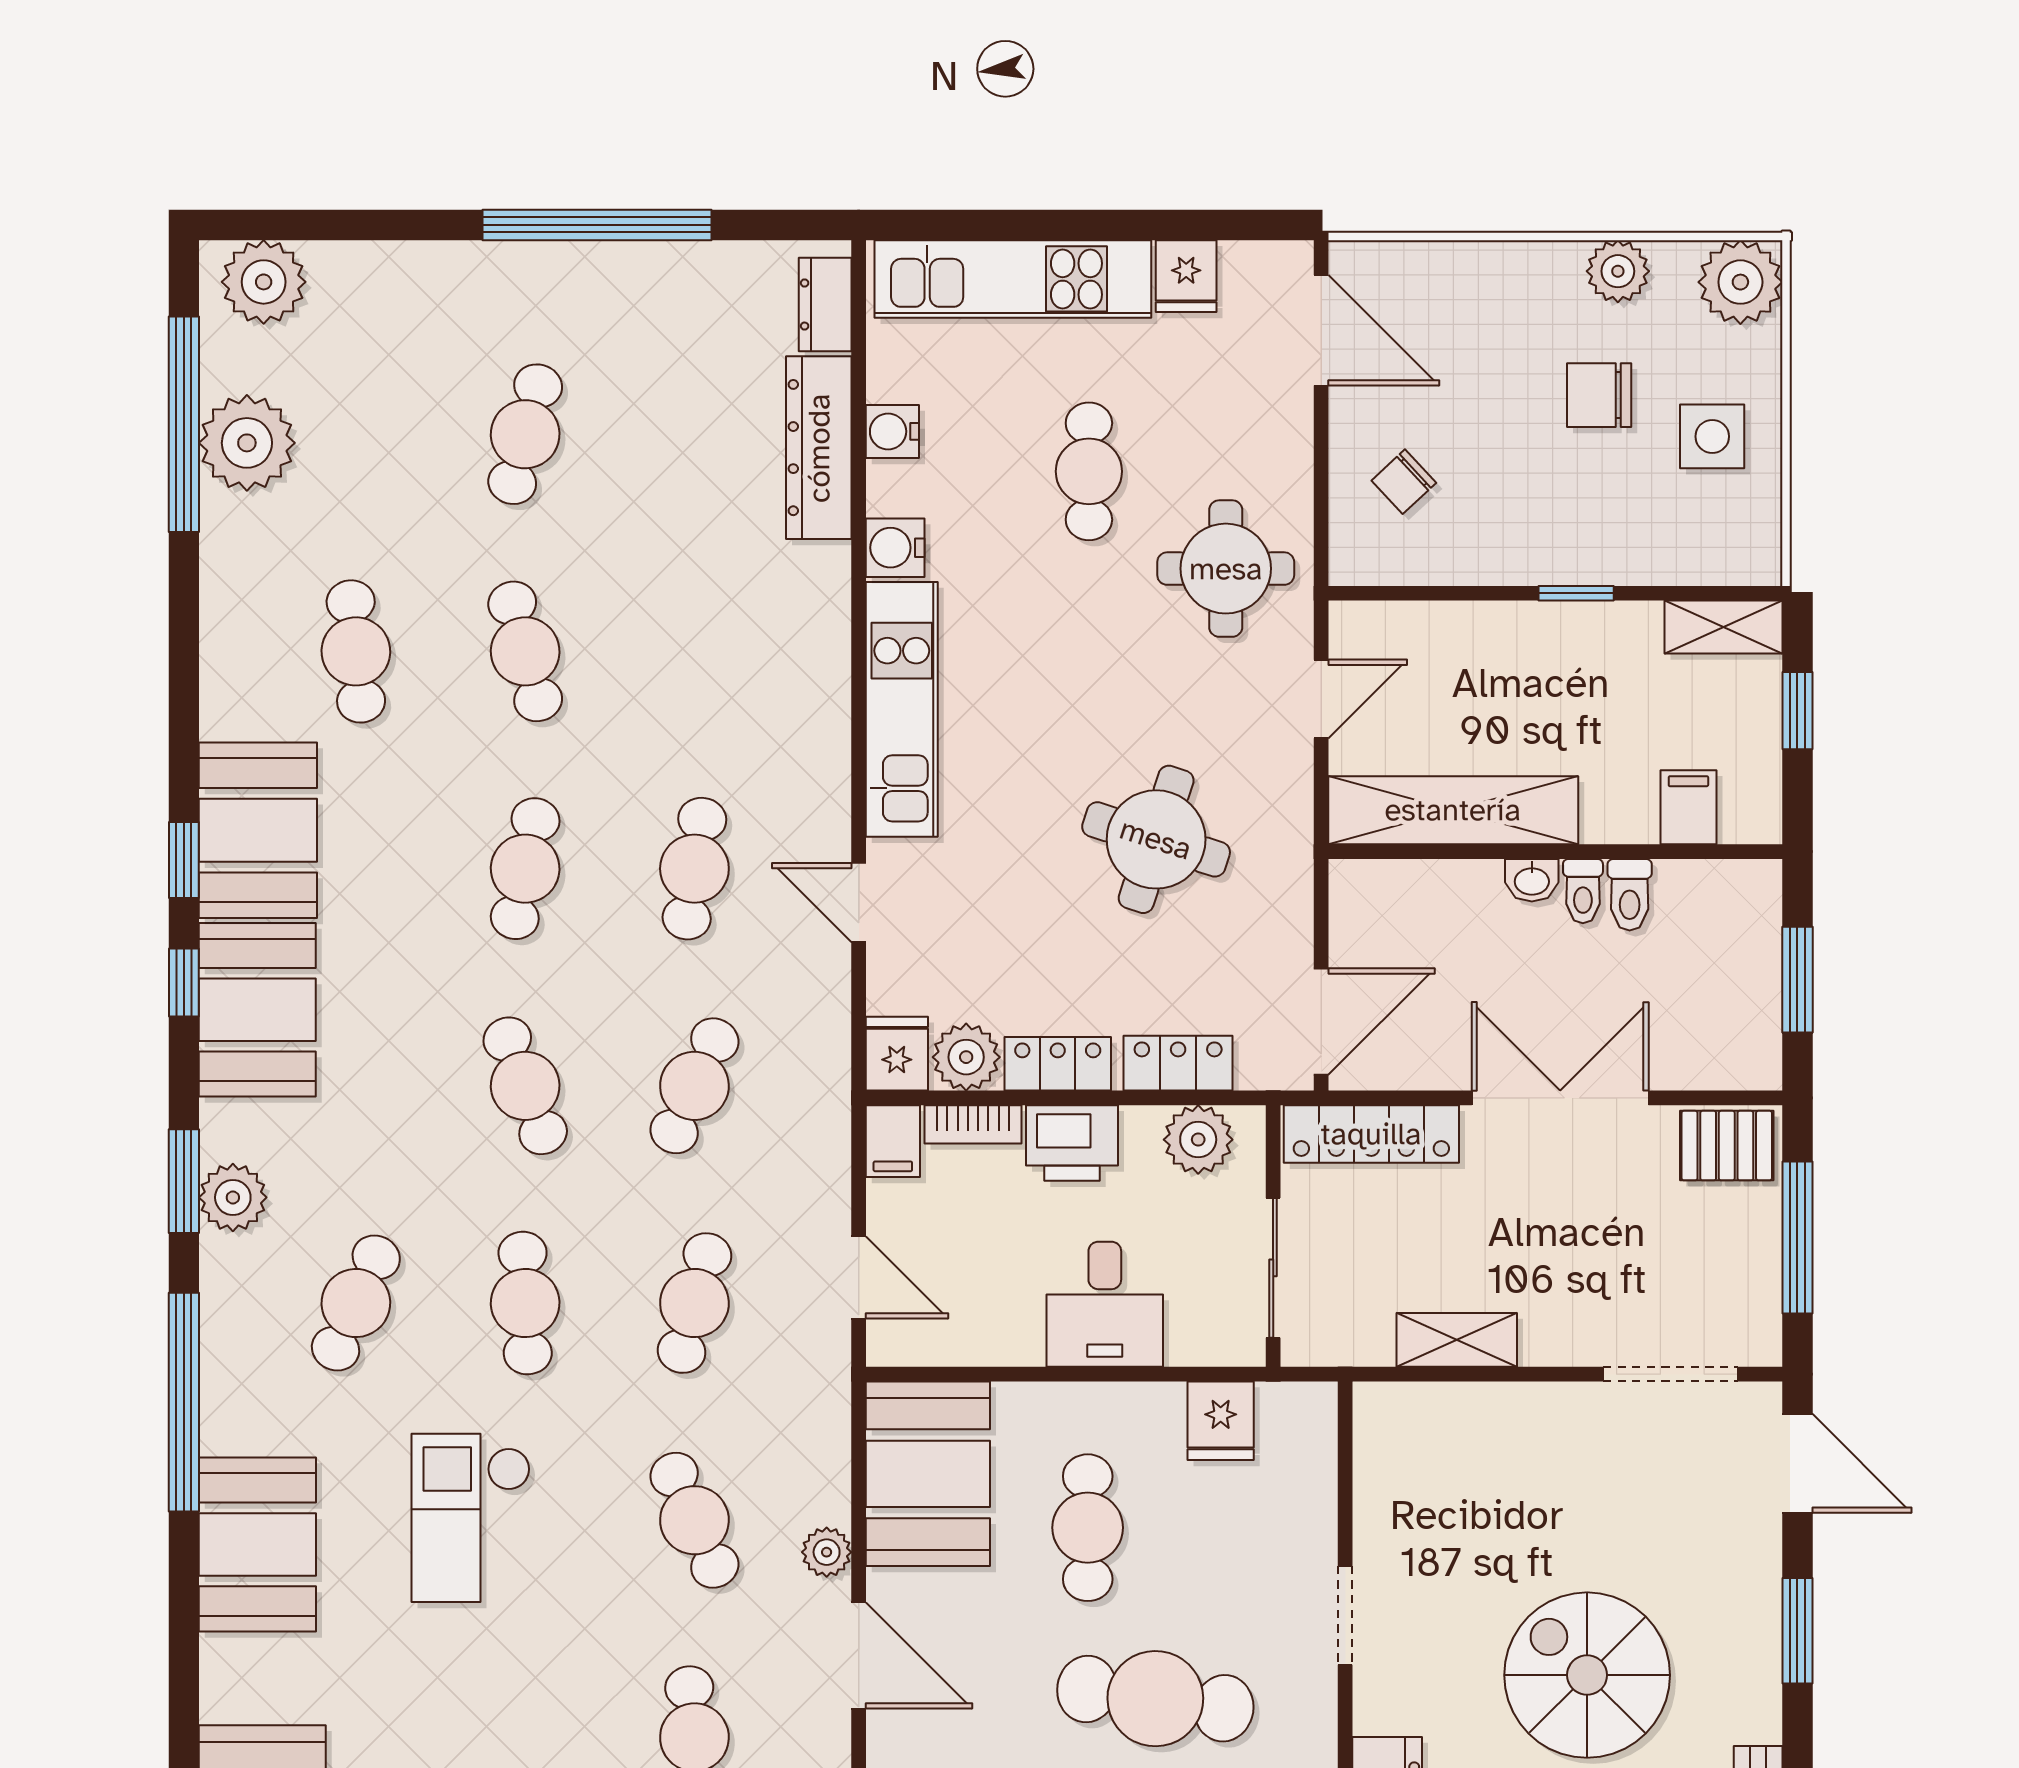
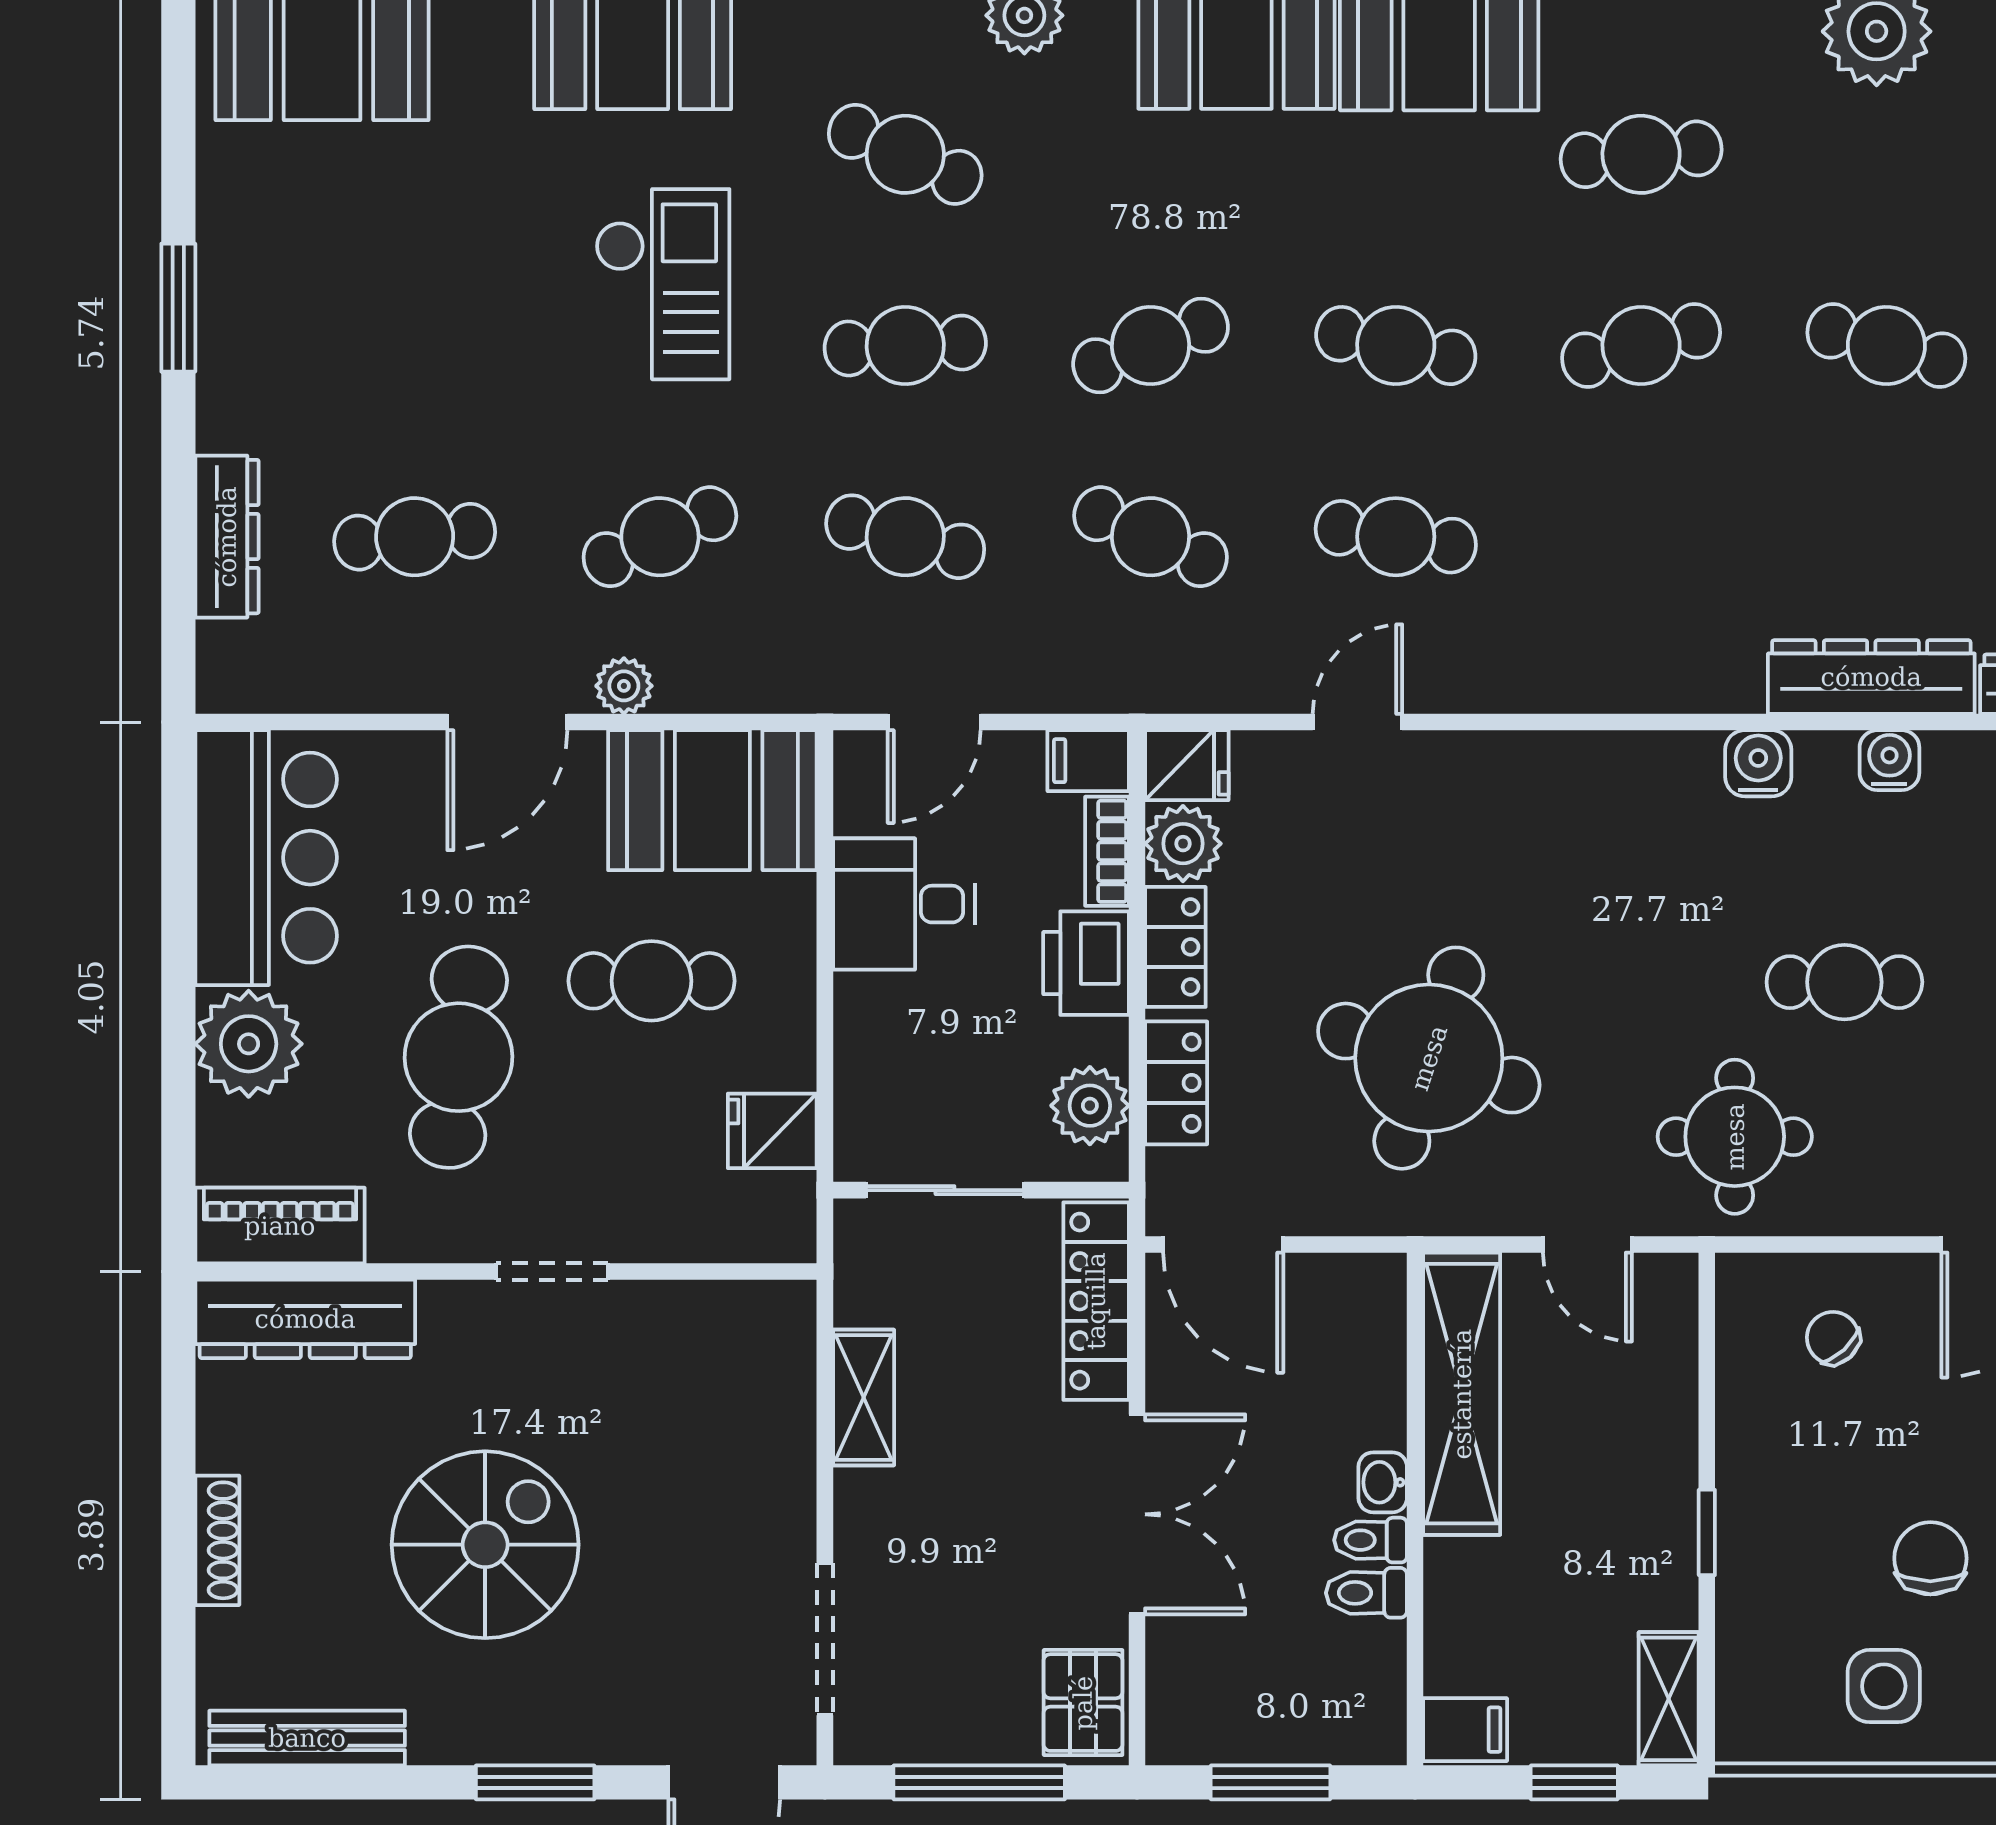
kitchen unit: (902, 709) -> (1576, 771), removed
filing cabinet: (1688, 807) -> (1465, 1730), moved
round table: (1156, 839) -> (1429, 1058), width x1.36, depth x1.36
desk: (1105, 1304) -> (904, 904), moved
checkout: (471, 1518) -> (663, 284), turned 90

